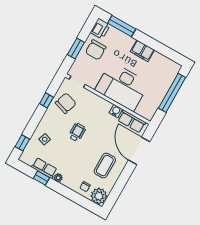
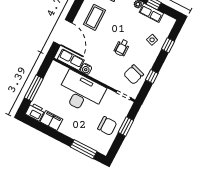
printer: (100, 29) -> (35, 112), moved, turned 90
chair: (96, 50) -> (107, 126), turned 90
filing cabinet: (142, 51) -> (51, 121), moved
window: (172, 93) -> (34, 88), width x0.68
window: (22, 143) -> (168, 45), moved

